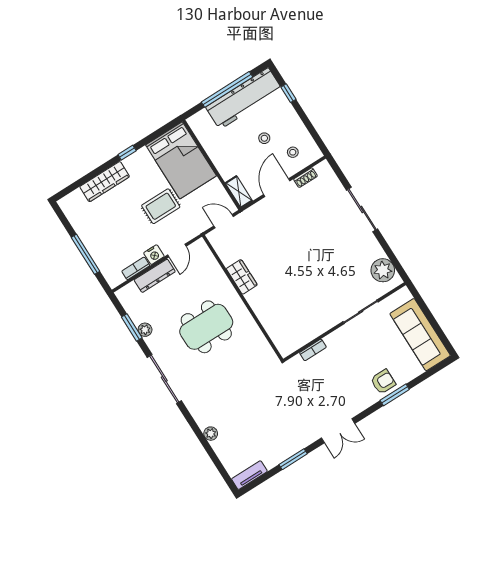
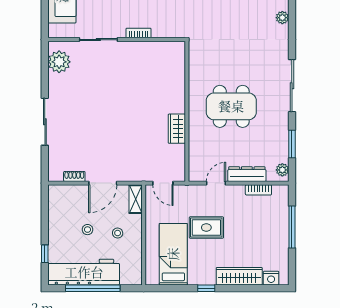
stool: (293, 152) -> (118, 233), moved
bed: (181, 160) -> (173, 254), width x0.67
nightstand: (154, 255) -> (271, 278), moved, turned 180
plant: (145, 330) -> (282, 170), moved
bookcase: (313, 350) -> (139, 33), moved

